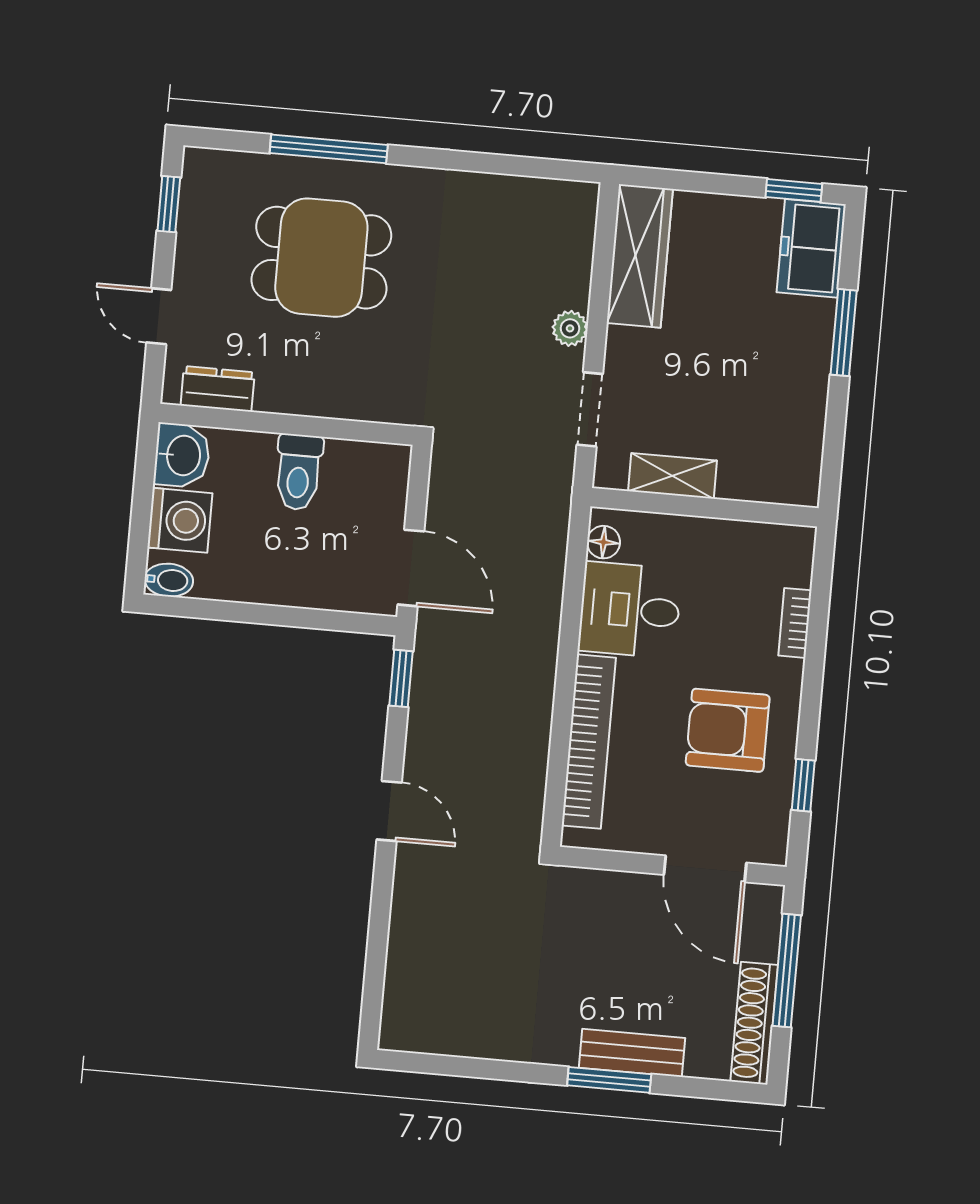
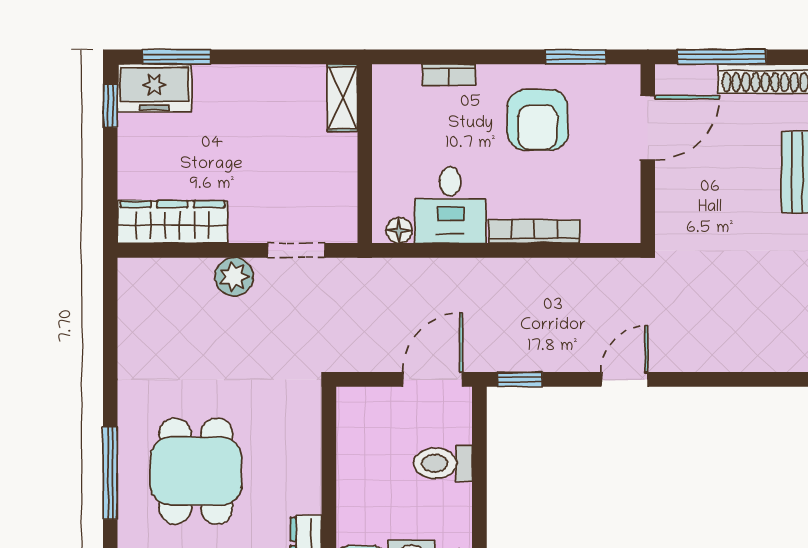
plant: (570, 328) -> (234, 277), width x1.38, depth x1.38
window: (844, 333) -> (177, 57), moved
toilet: (299, 472) -> (443, 463), moved, turned 180
shelving: (672, 476) -> (342, 98), moved
bookcase: (589, 742) -> (534, 232), width x0.68, depth x0.76
window: (803, 785) -> (576, 57), width x1.50

